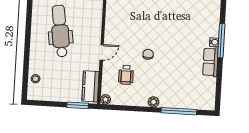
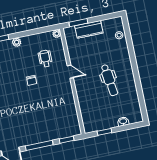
dental chair: (60, 31) -> (109, 80), width x0.73, depth x0.72
door: (102, 52) -> (70, 72), swing flipped
kitchen counter: (90, 86) -> (89, 29), moved, turned 90

